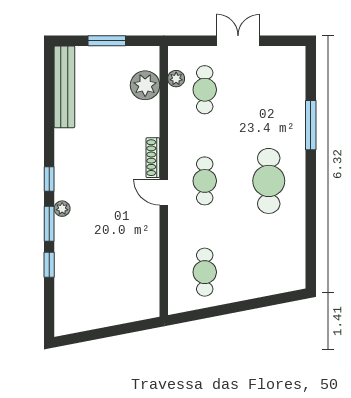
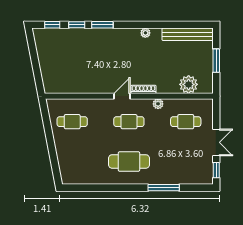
window: (283, 41) -> (216, 170), added
plant: (176, 79) -> (158, 104), moved
window: (49, 179) -> (52, 25), moved
plant: (62, 209) -> (145, 33), moved

